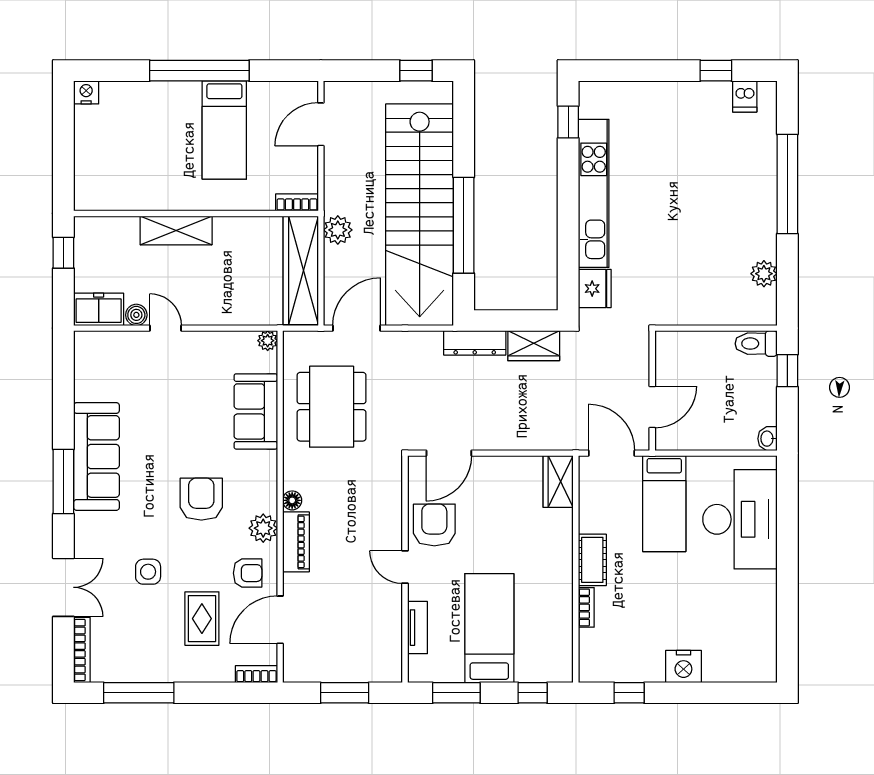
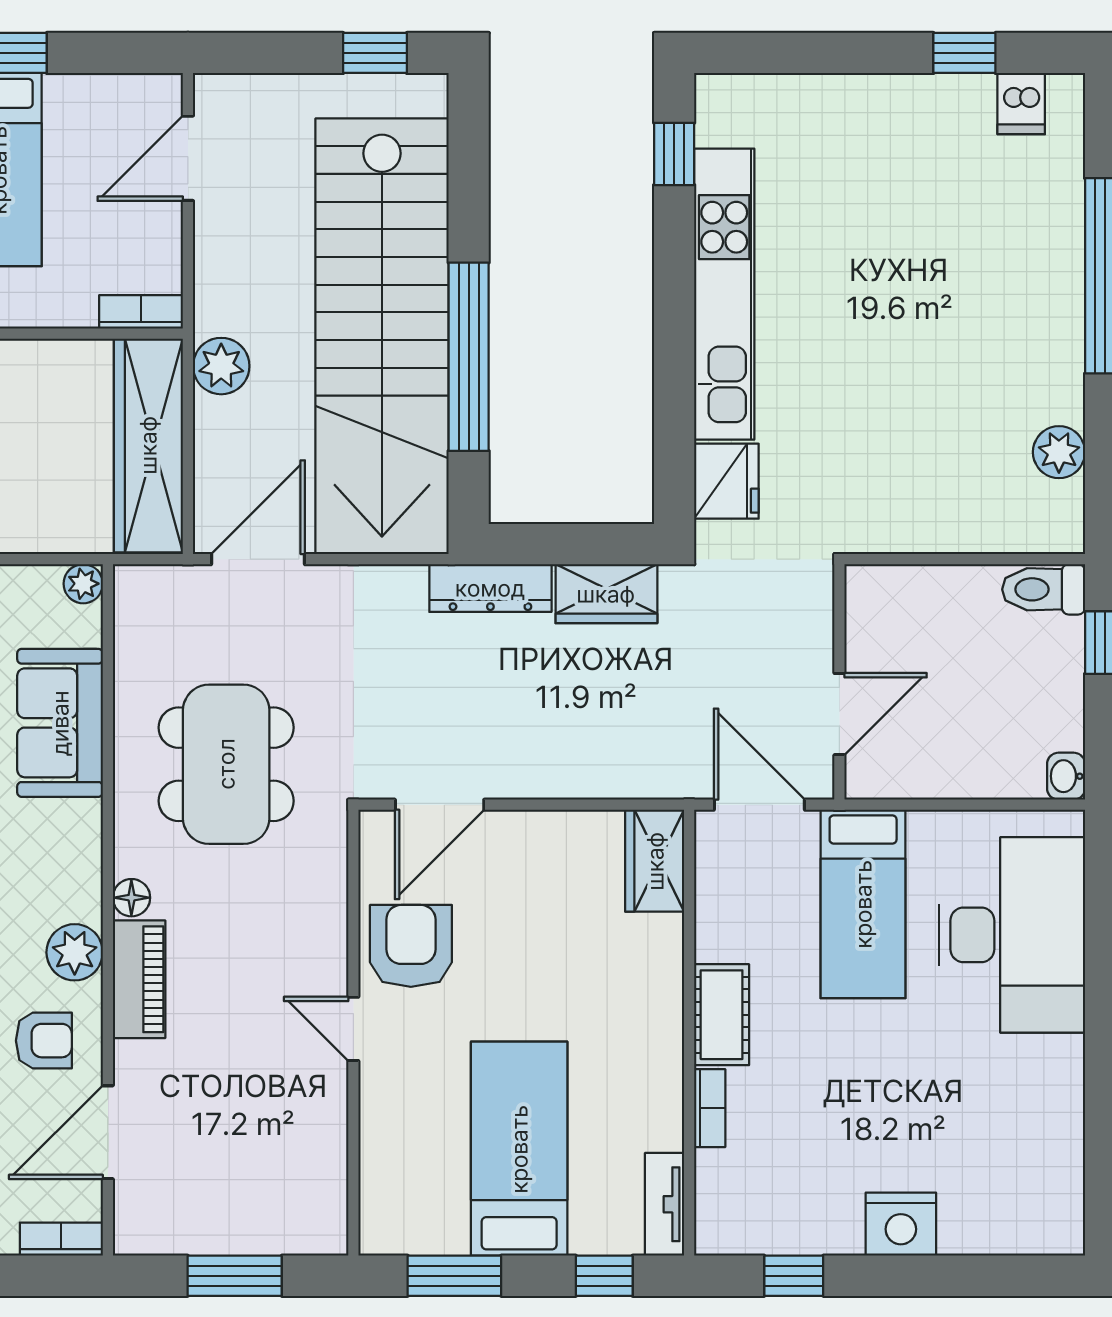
dining table: (332, 407) -> (226, 764), moved
tv unit: (418, 628) -> (665, 1204), moved, turned 180

